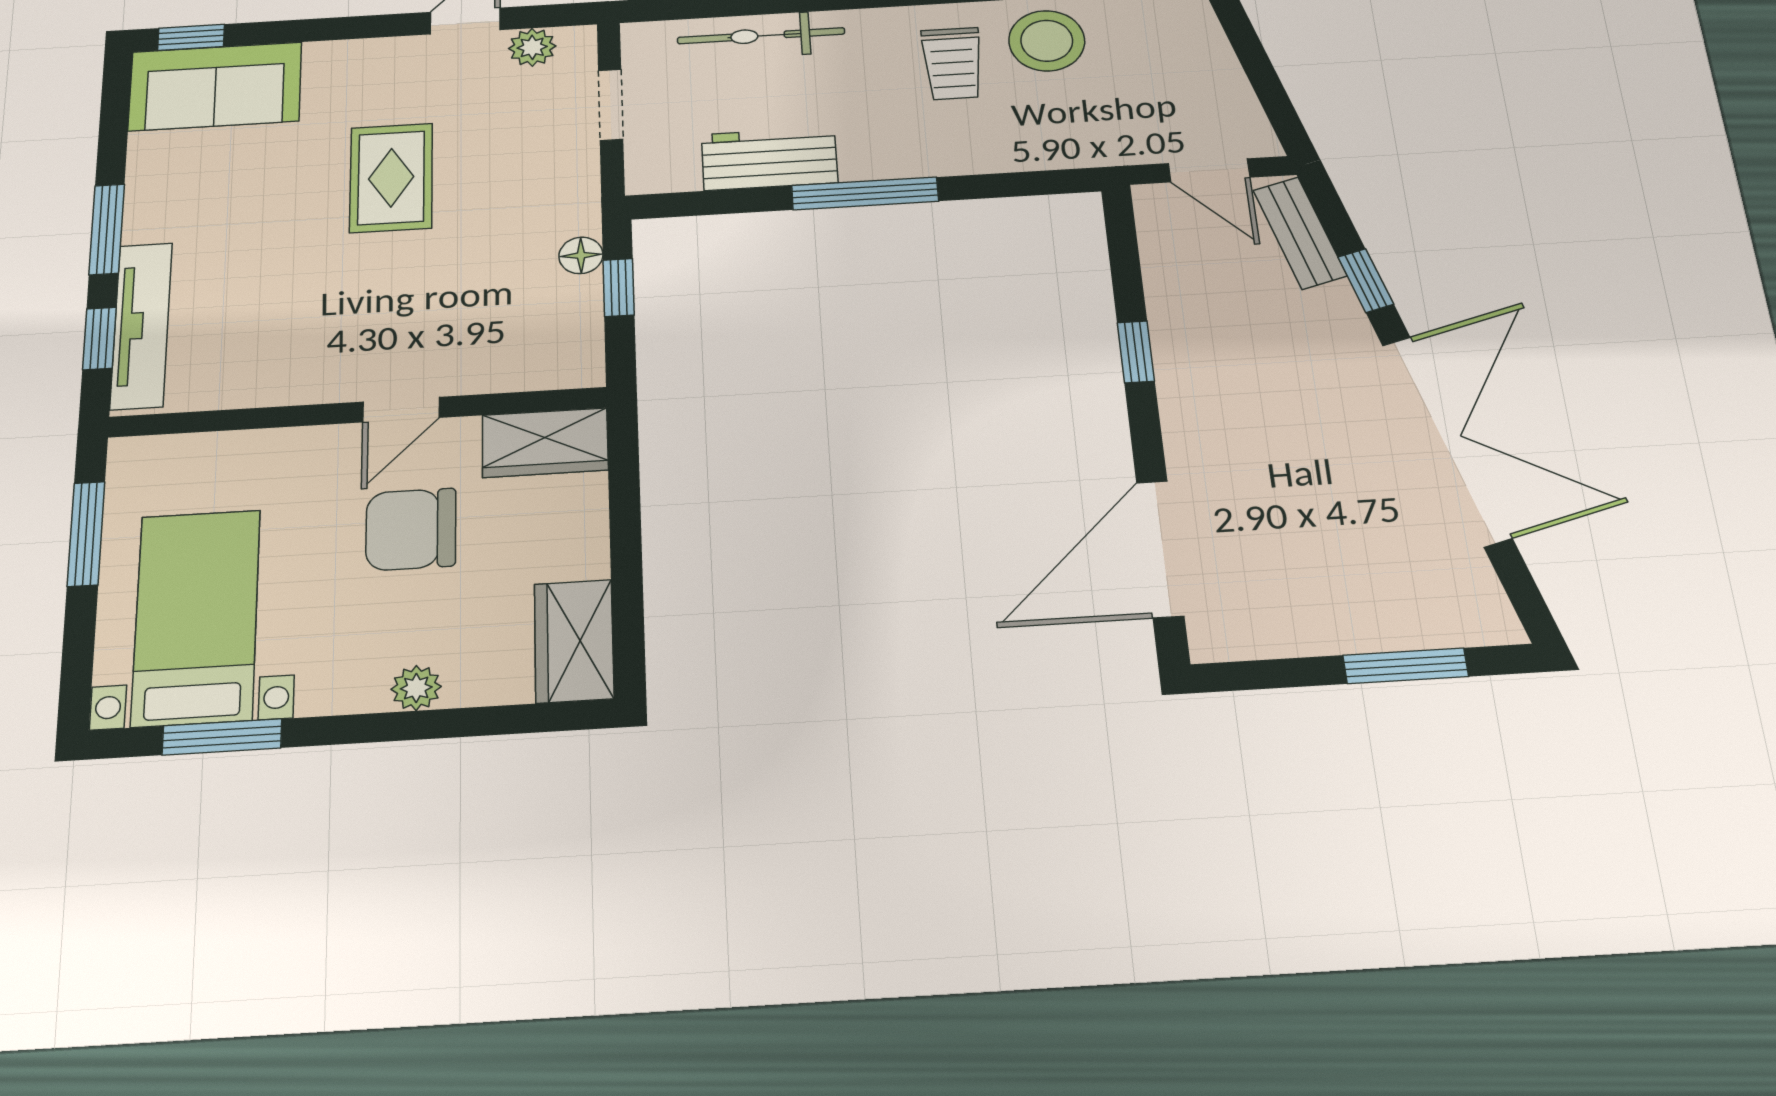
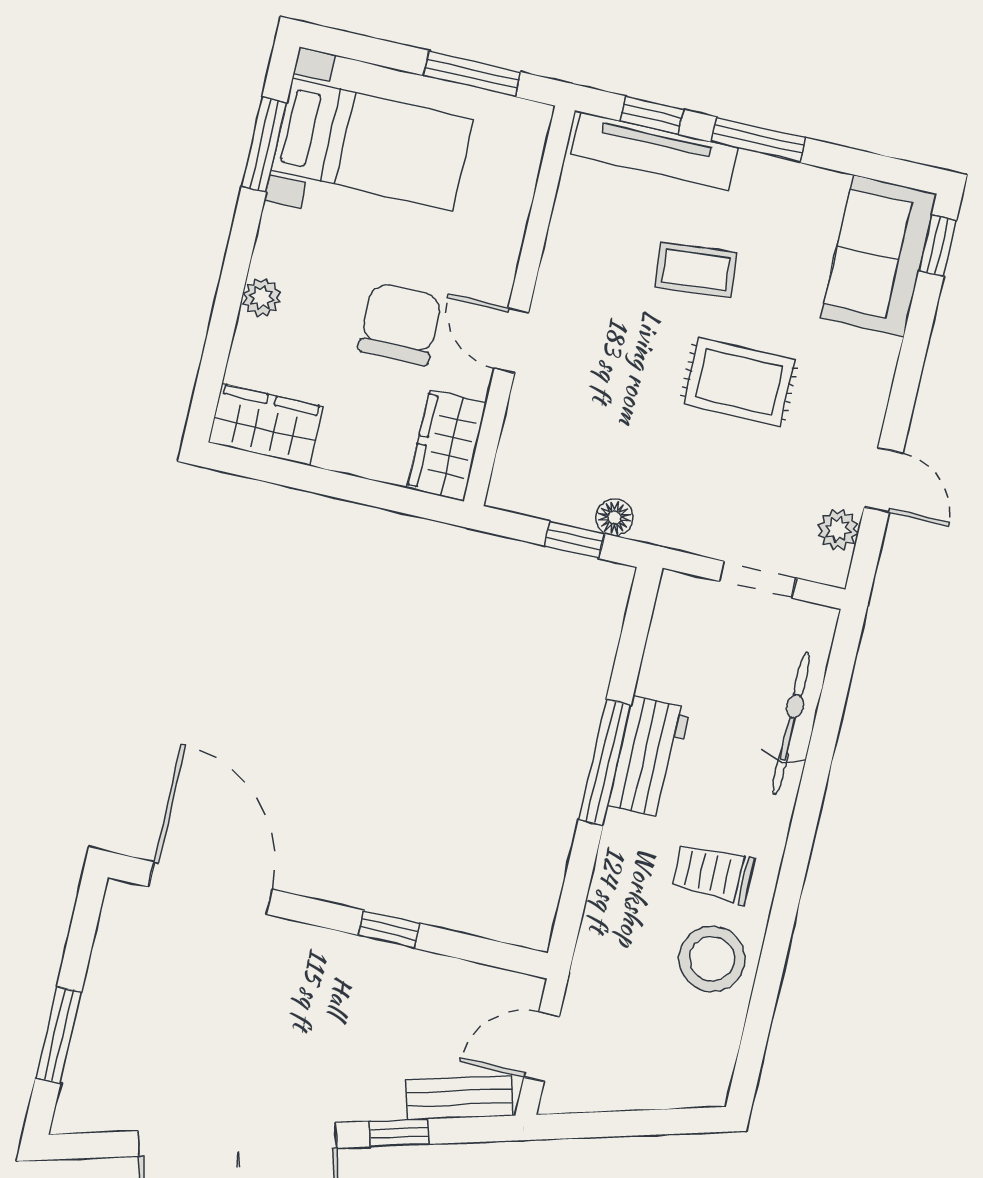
workbench: (769, 159) -> (649, 757), moved
coffee table: (272, 251) -> (696, 270), added

